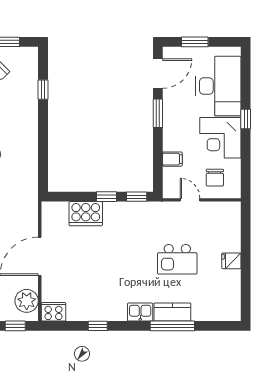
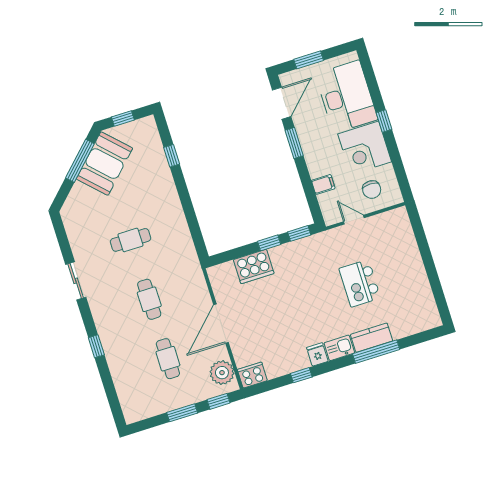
kitchen island: (177, 259) -> (360, 283), turned 90
fridge: (231, 261) -> (317, 354), moved, turned 90

